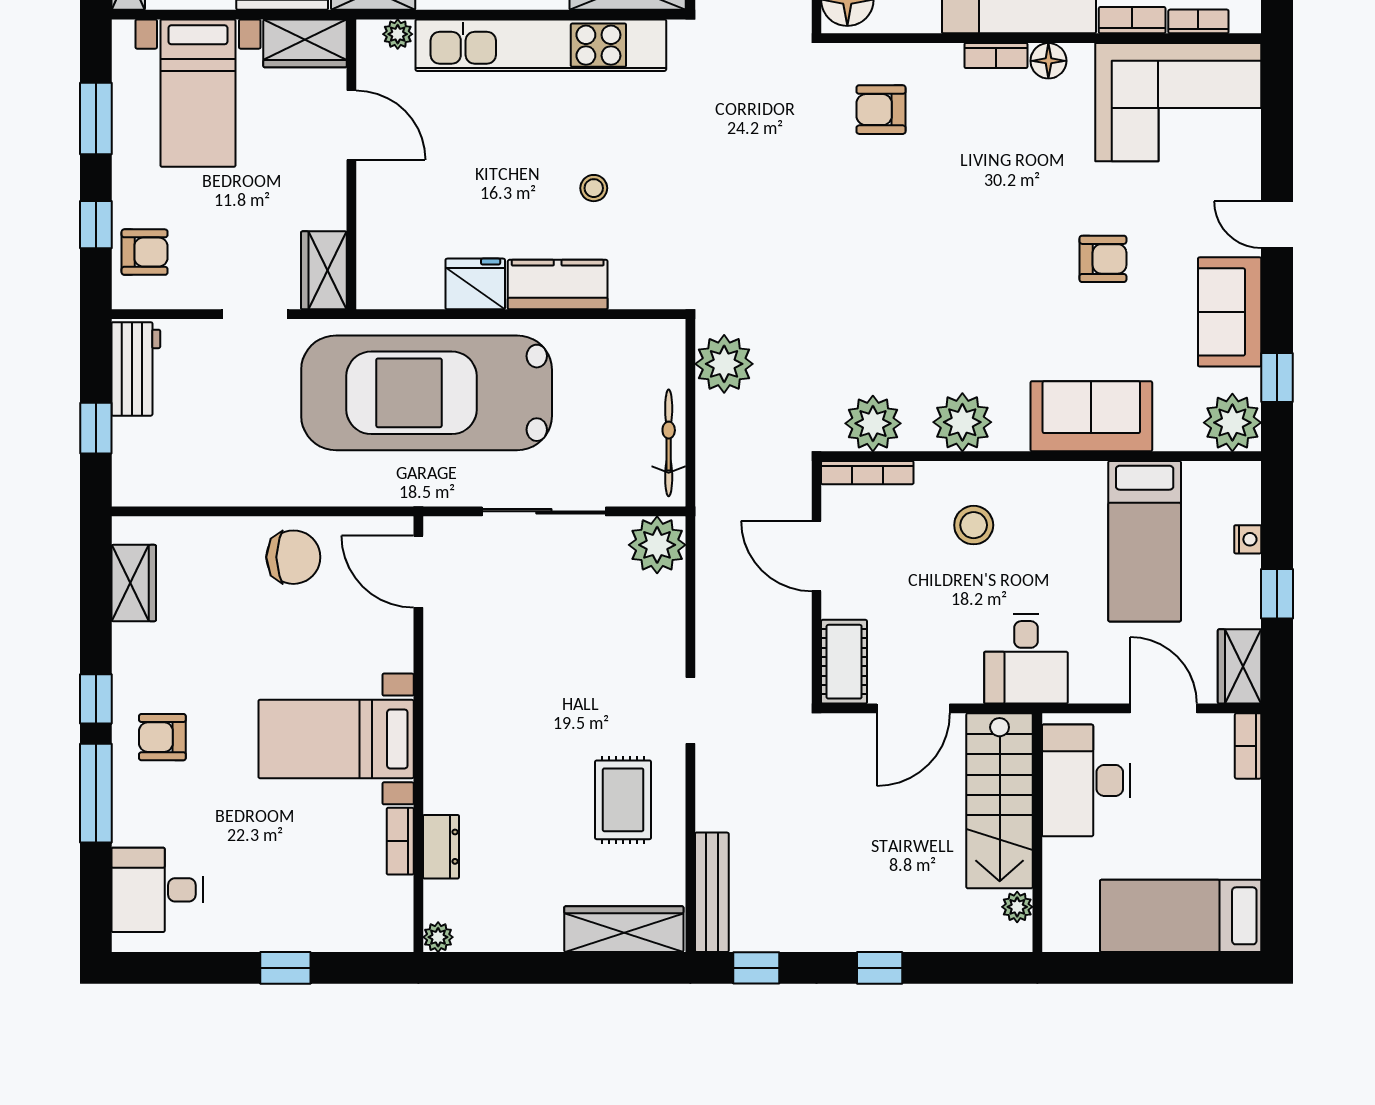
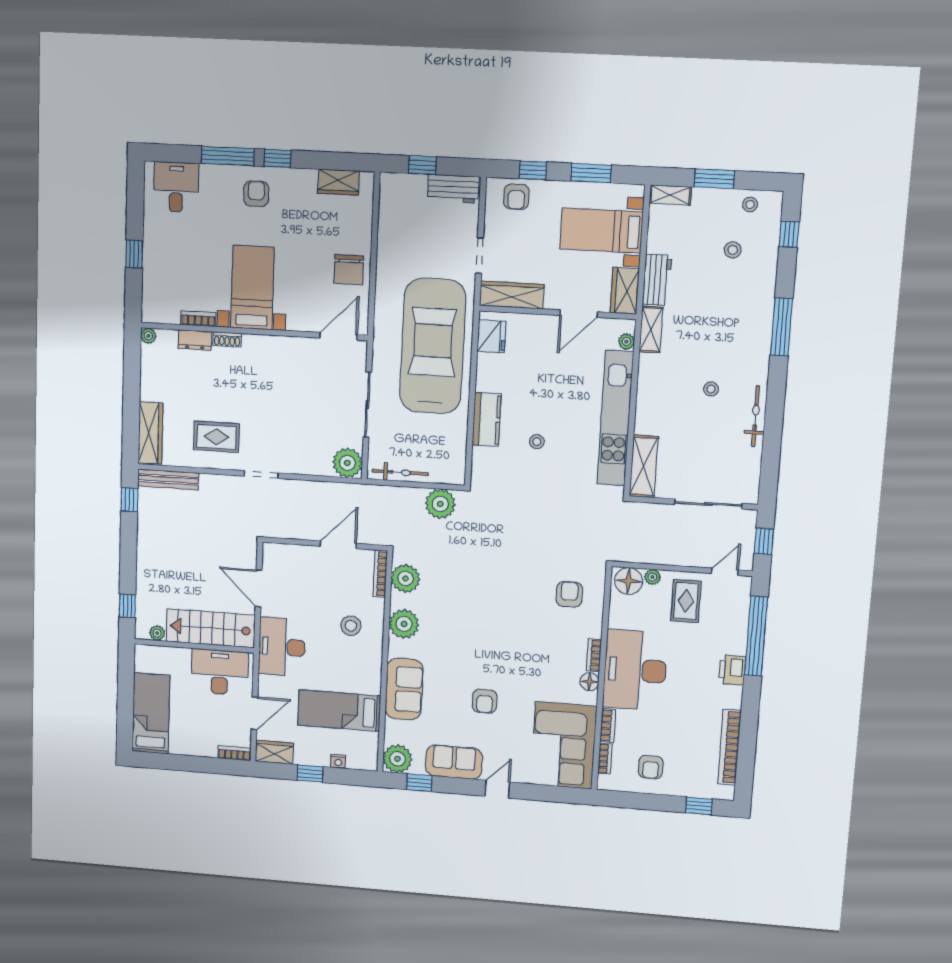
wardrobe: (324, 270) -> (512, 295), width x1.50
fridge: (475, 284) -> (491, 336), moved
desk: (1026, 659) -> (282, 647), width x1.37
cot: (844, 662) -> (284, 555), removed
shoe rack: (436, 784) -> (227, 339), added
window: (880, 968) -> (127, 606), moved

